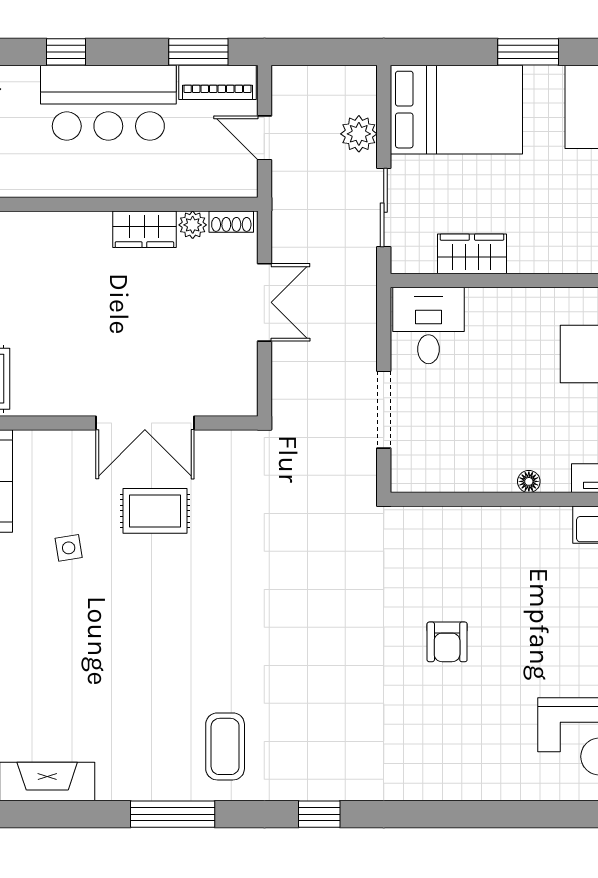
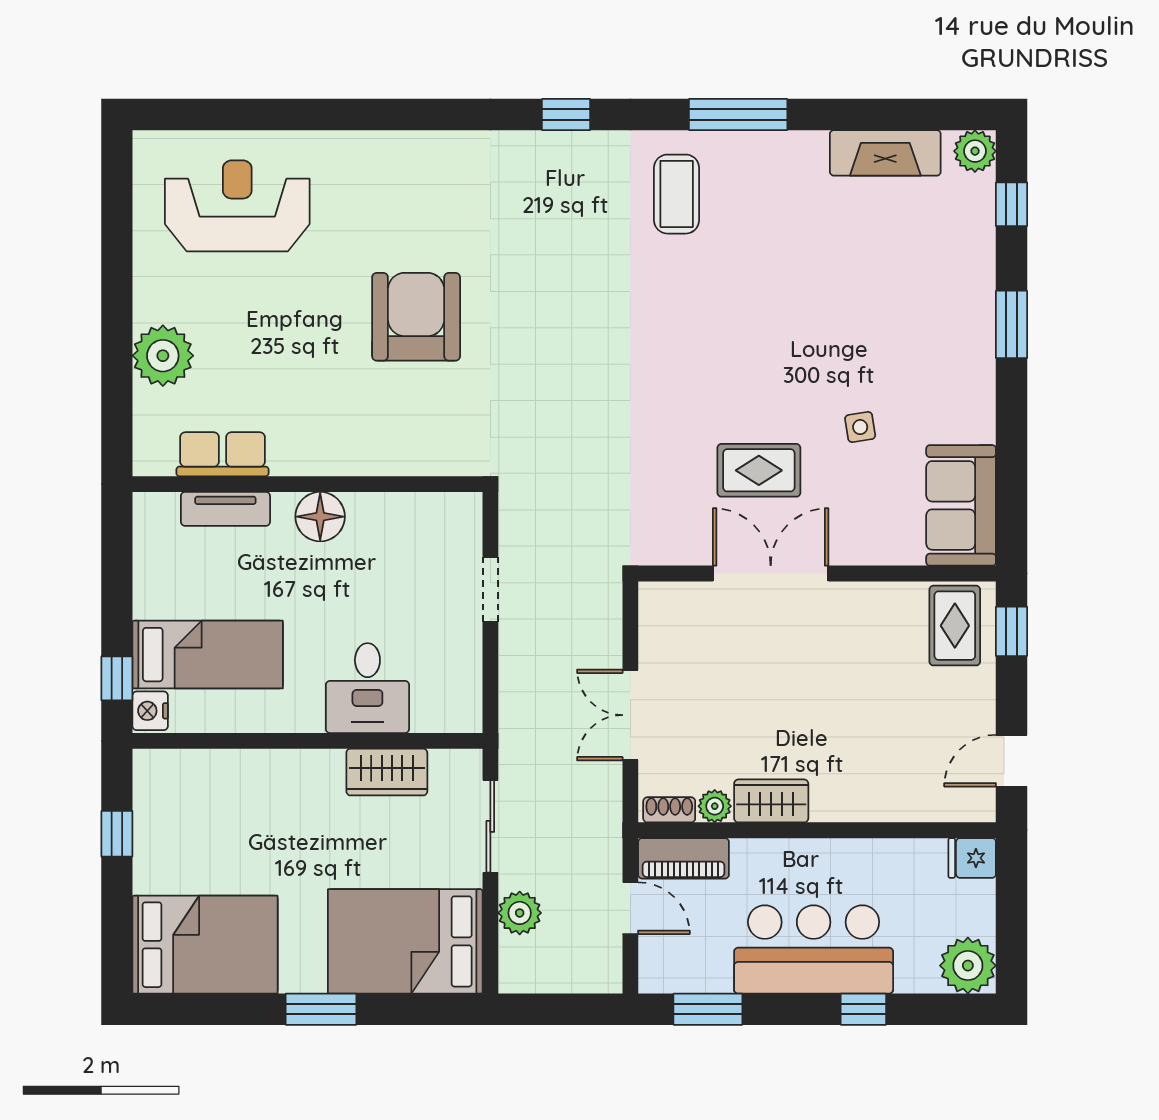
piano: (217, 82) -> (684, 858), moved, turned 180
desk: (428, 325) -> (367, 688), moved
doorway: (384, 410) -> (490, 589), width x0.73
floor lamp: (529, 481) -> (320, 517), width x1.89, depth x1.89
armchair: (447, 642) -> (416, 317), width x1.88, depth x1.88

